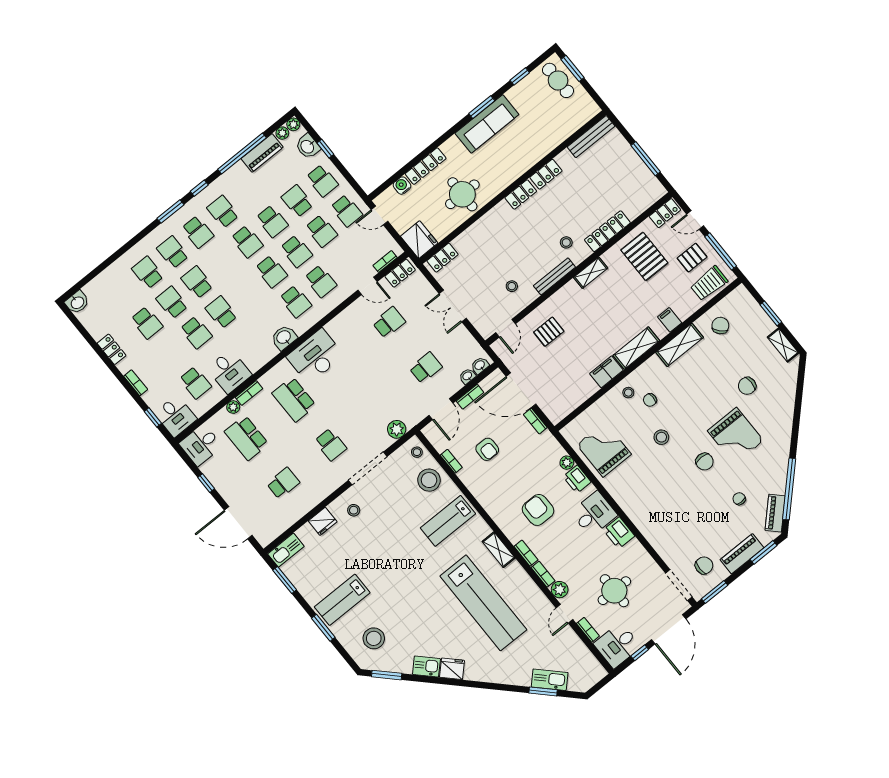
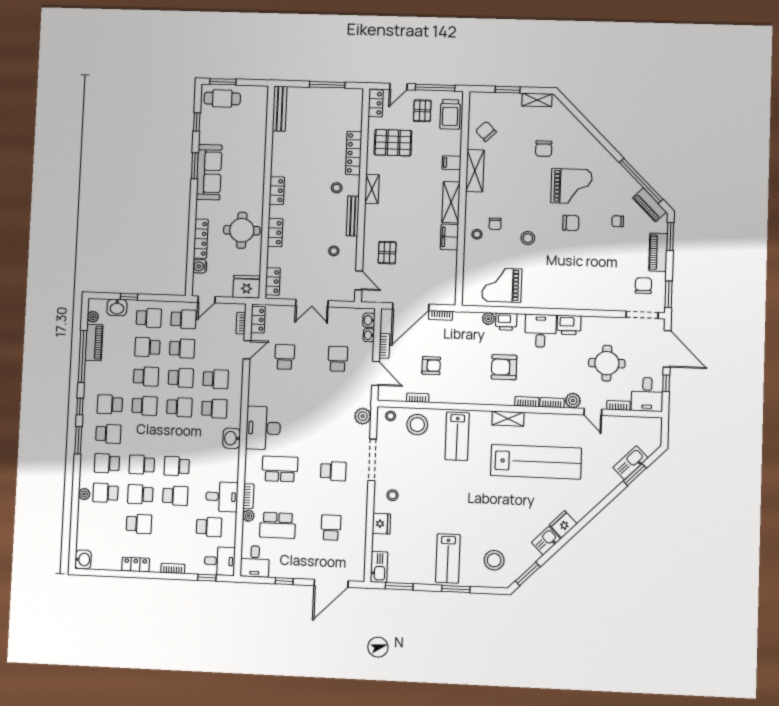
plant: (293, 124) -> (84, 494), moved
locker: (546, 174) -> (275, 233), moved
school desk: (294, 399) -> (280, 469), turned 180

